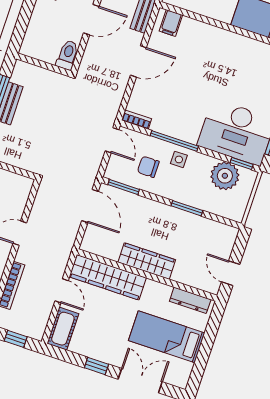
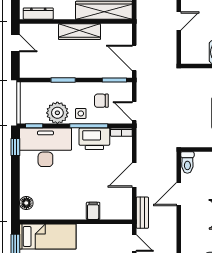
filing cabinet: (171, 23) -> (93, 211), moved
printer: (173, 123) -> (94, 139), added
chair: (148, 167) -> (101, 101), turned 180
plant: (225, 176) -> (57, 113), moved

